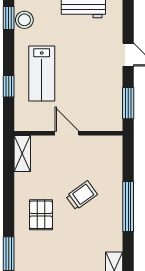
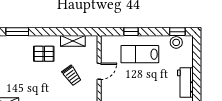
shelving: (22, 153) -> (73, 41), moved
trolley: (82, 195) -> (72, 75), moved

